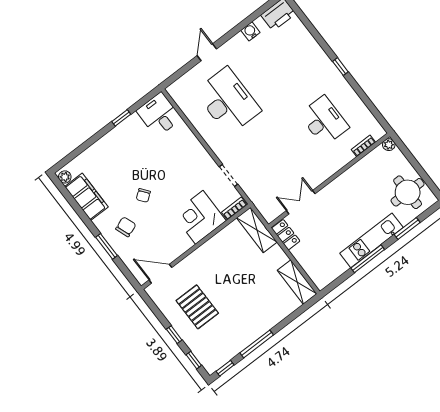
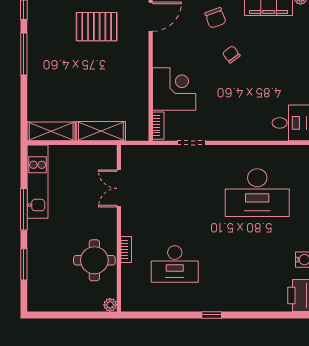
bookcase: (363, 146) -> (126, 249), moved
round table: (408, 192) -> (94, 260), moved
double door: (301, 202) -> (119, 188), swing flipped
shelving: (257, 230) -> (101, 131), moved
locker: (286, 235) -> (101, 153), removed
kitchen unit: (371, 240) -> (38, 182), moved

